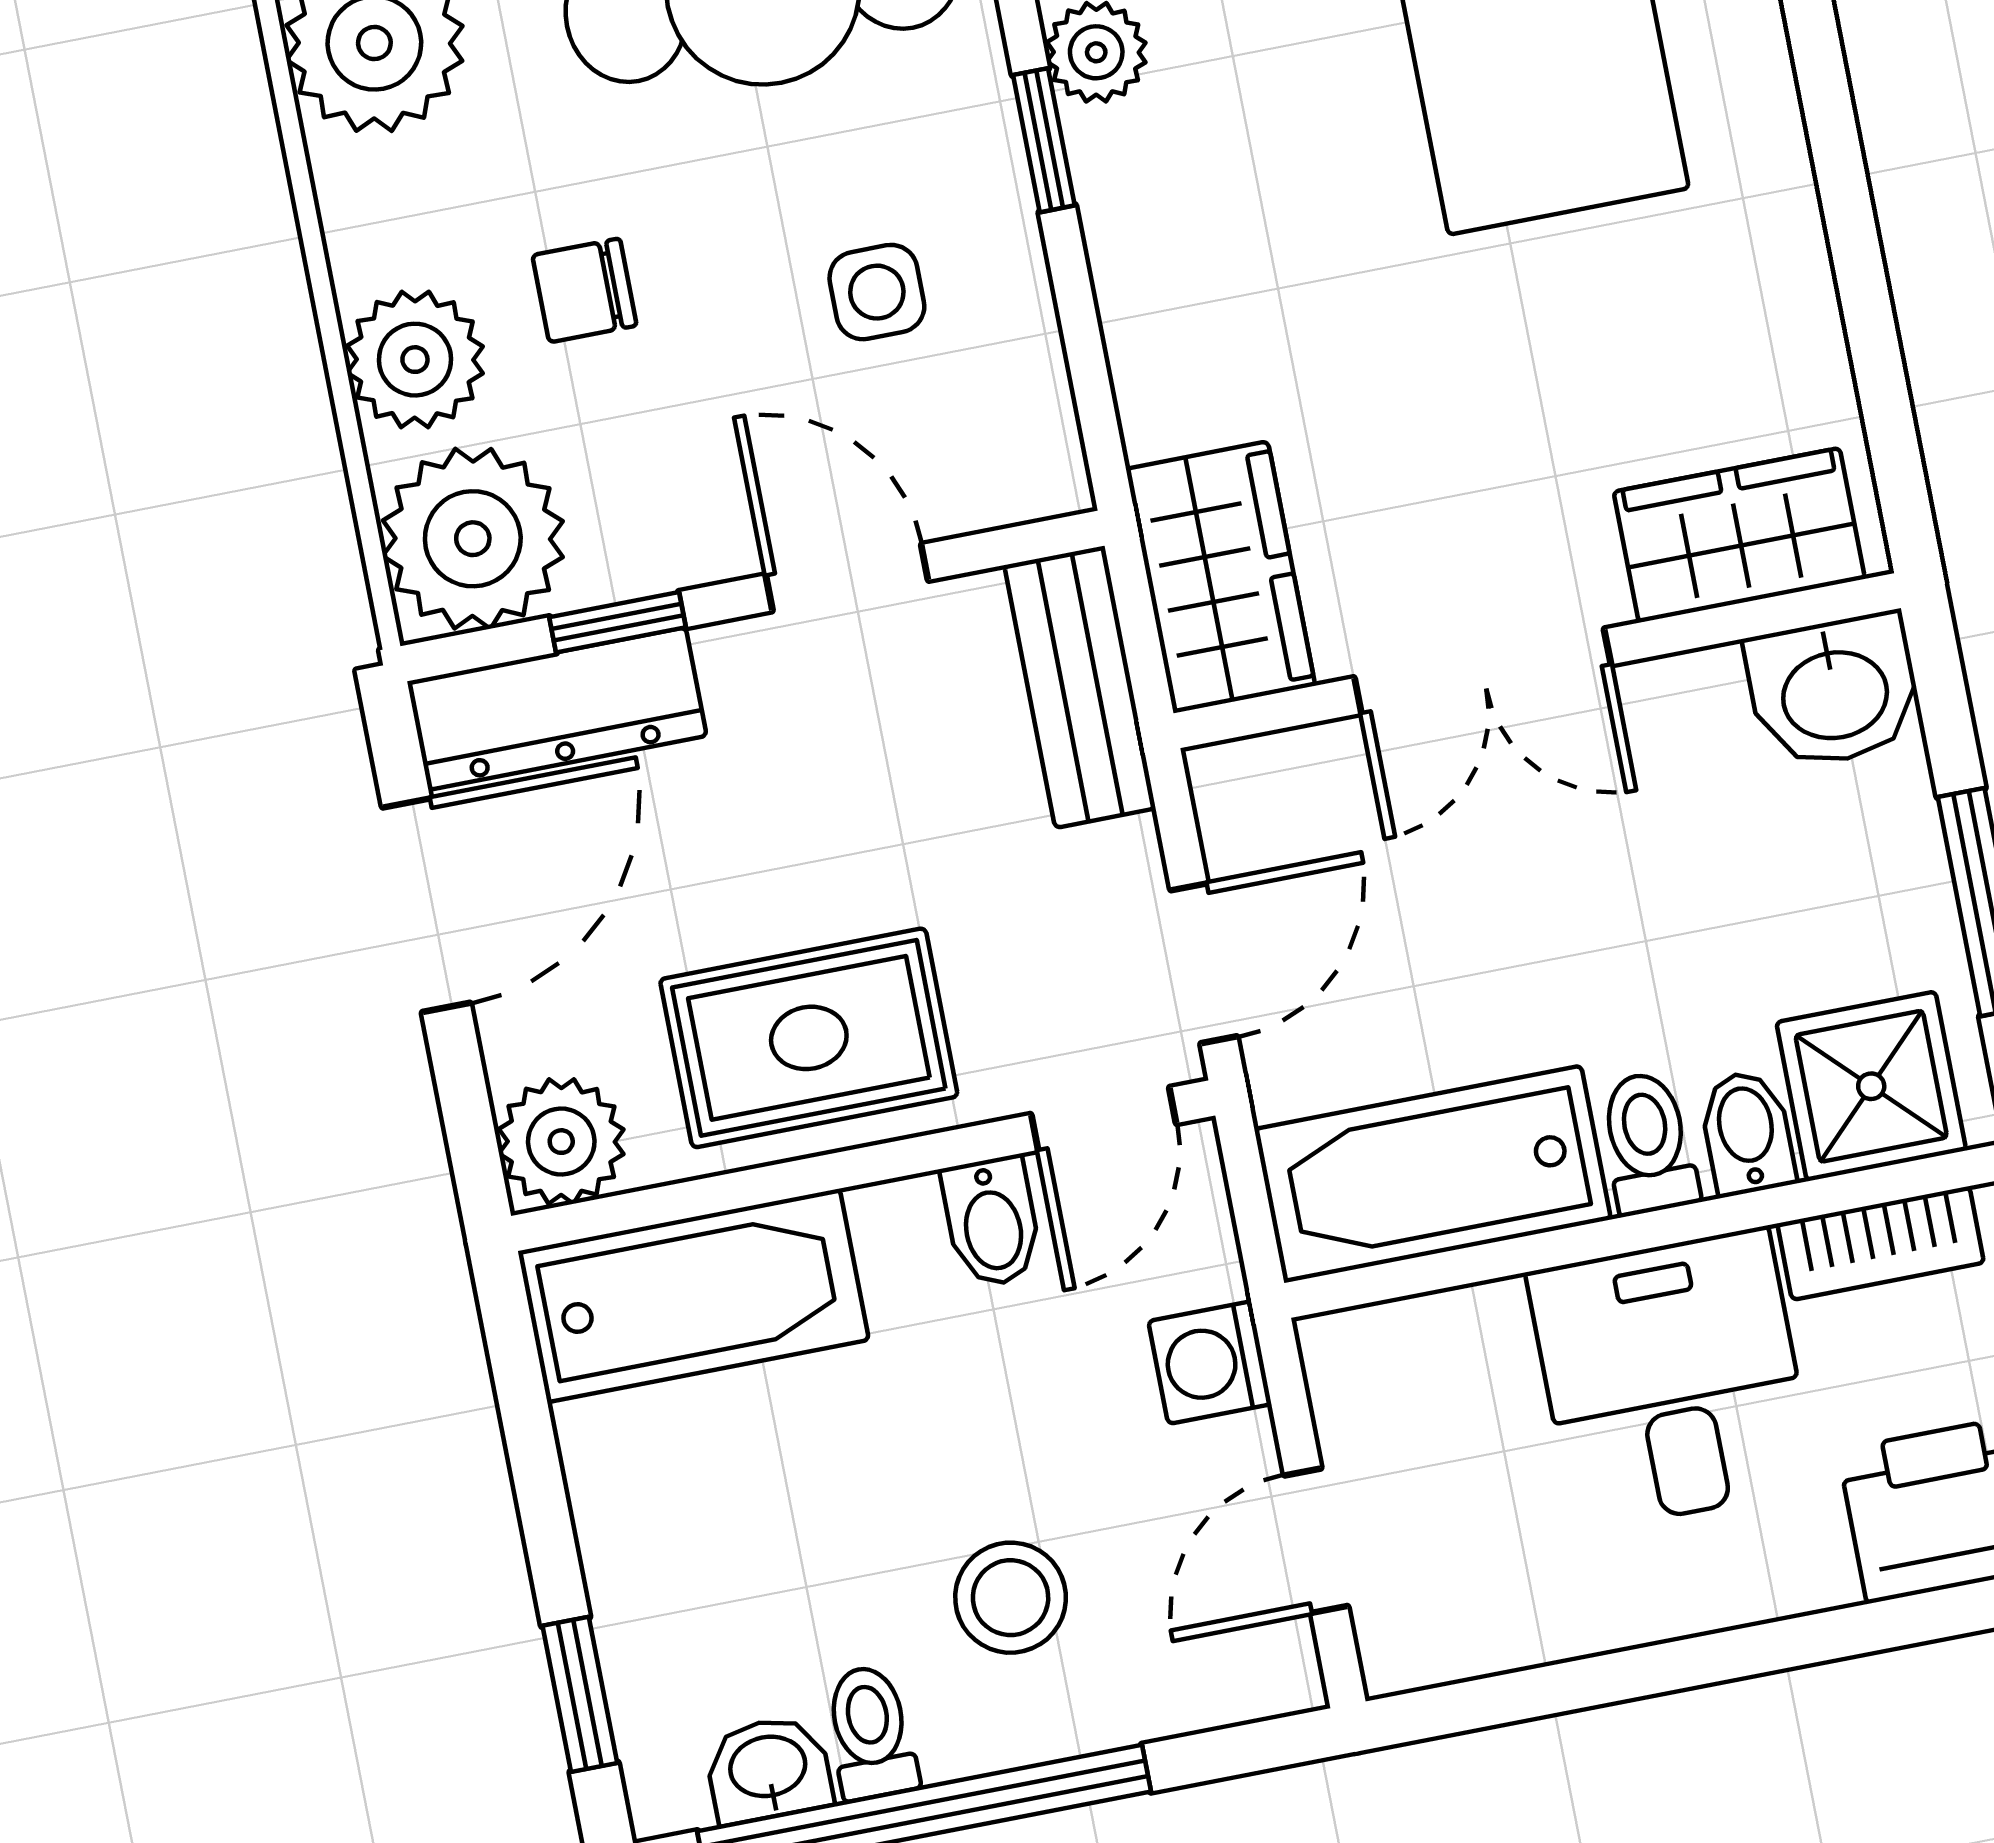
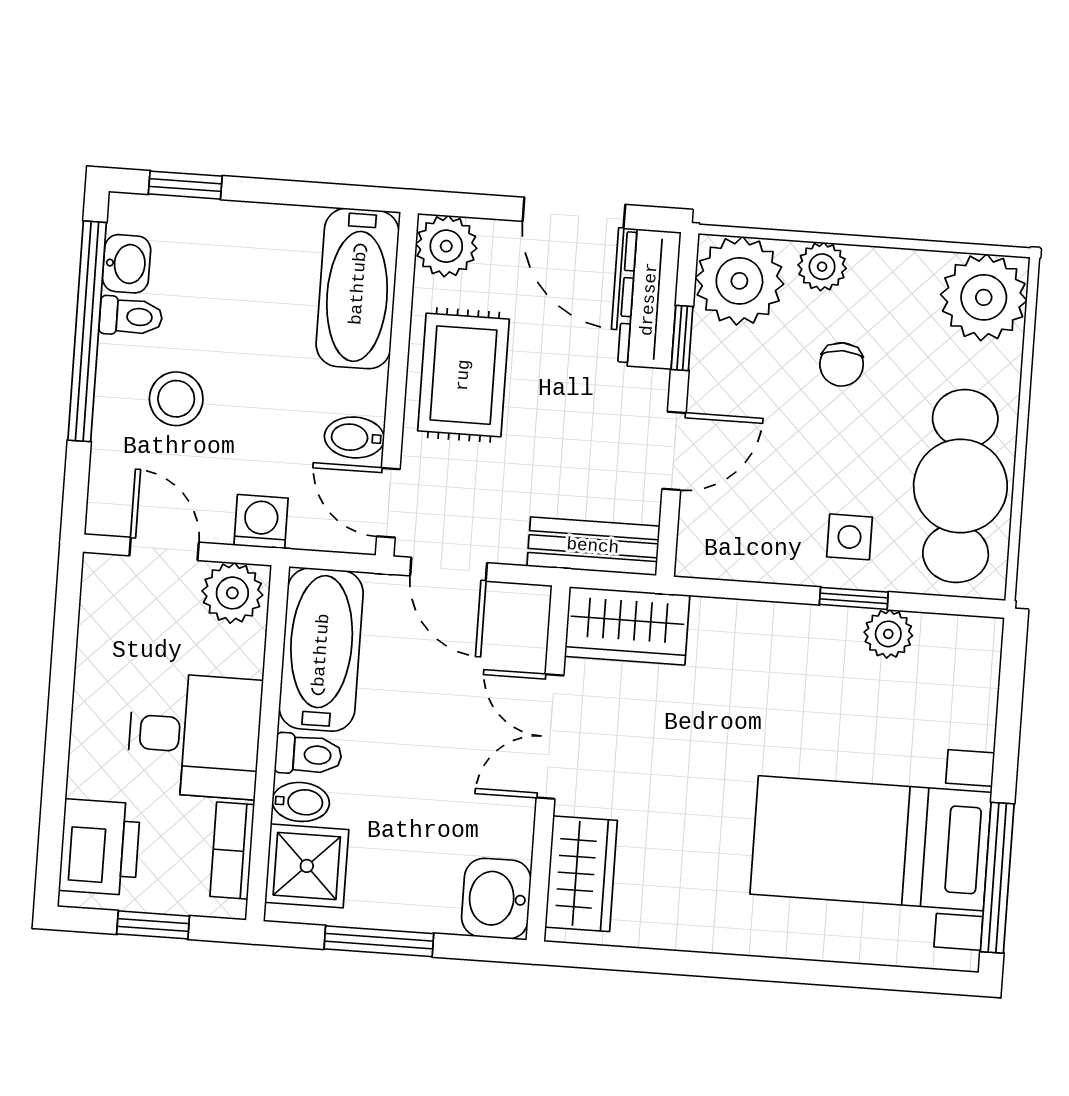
chair: (584, 290) -> (842, 364), turned 180
side table: (877, 292) -> (849, 537), moved
plant: (415, 360) -> (822, 267), width x0.73, depth x0.73
plant: (1367, 1381) -> (232, 593), added

